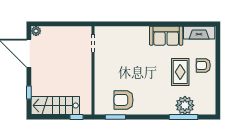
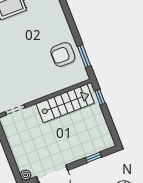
armchair: (124, 100) -> (63, 54), turned 90
stairs: (55, 106) -> (65, 103), moved, turned -90

